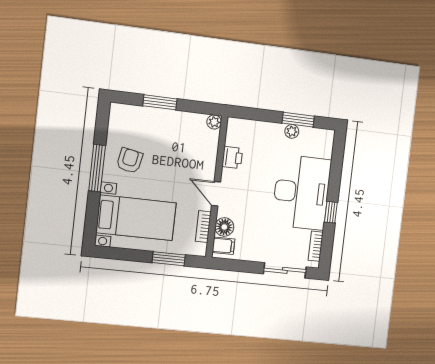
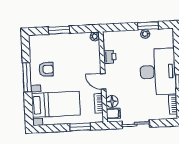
armchair: (130, 161) -> (46, 69), turned 79
sliding door: (285, 270) -> (136, 124), moved

